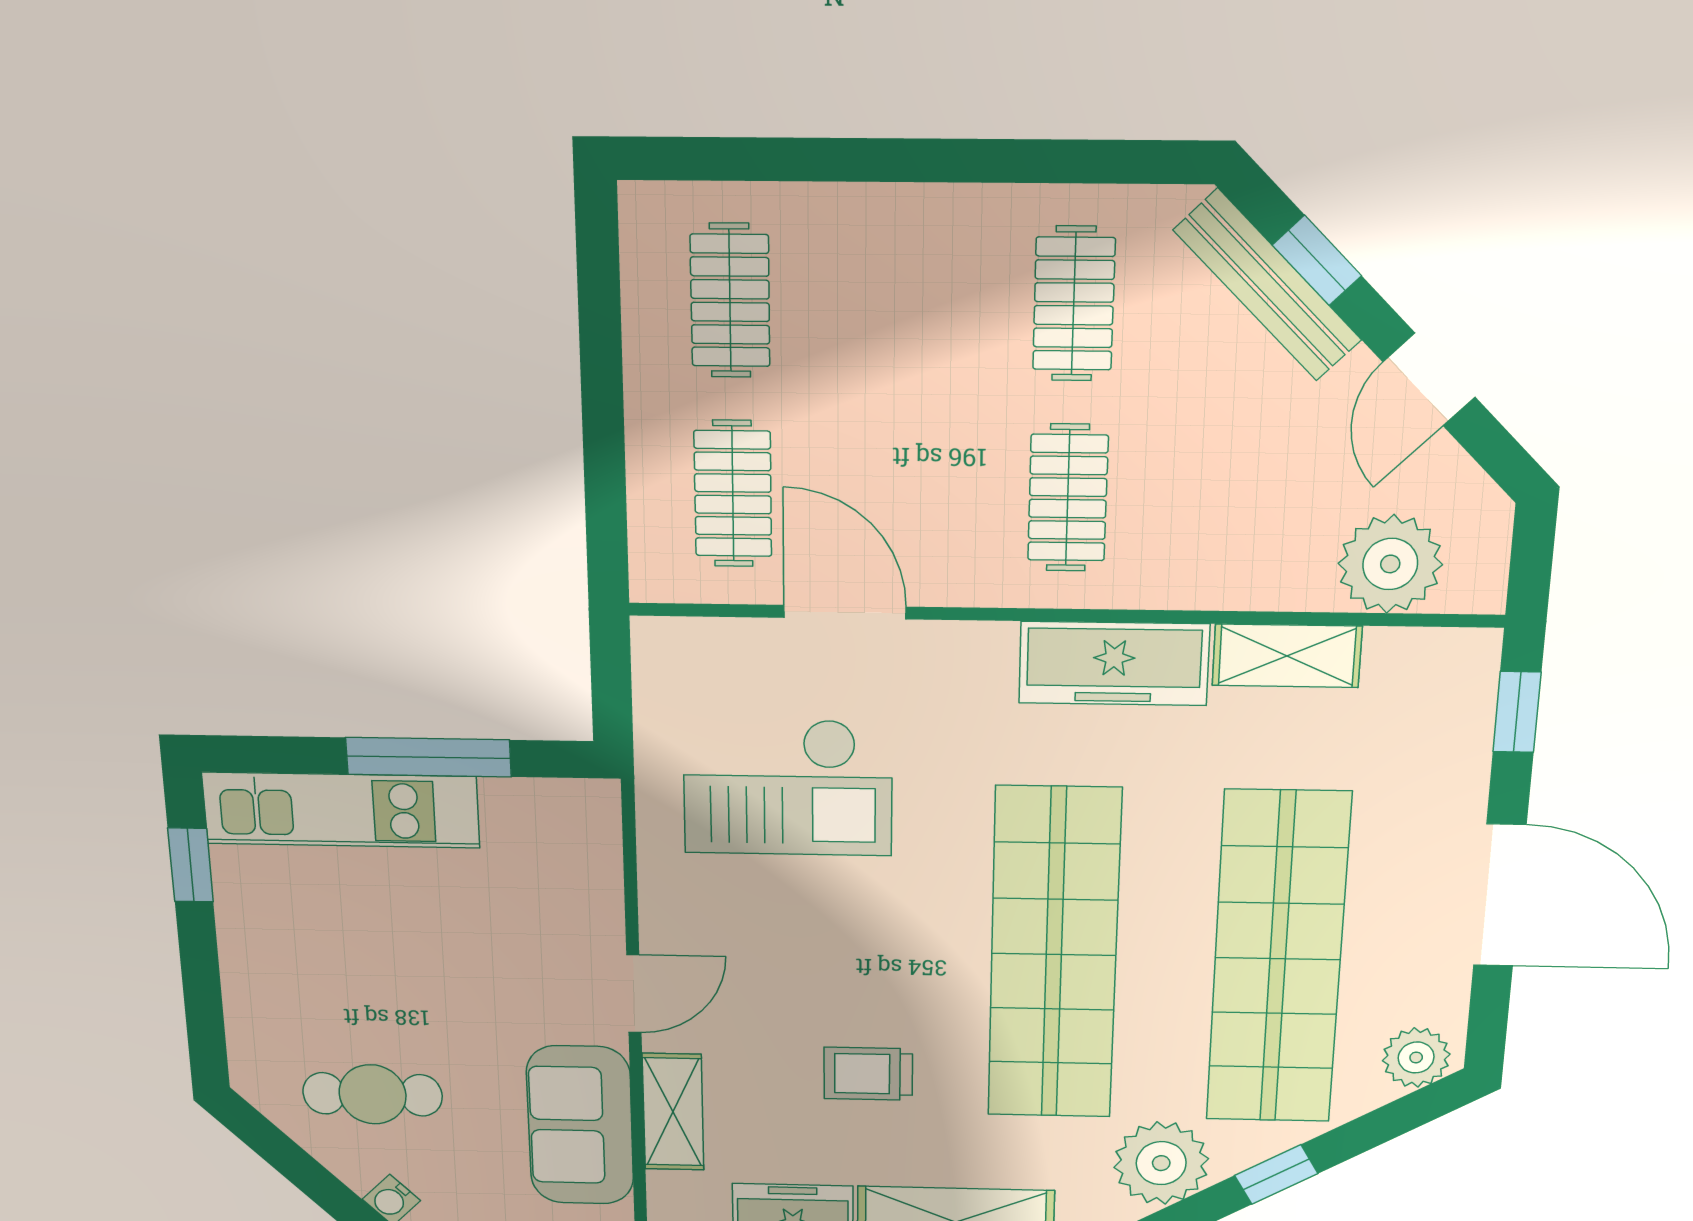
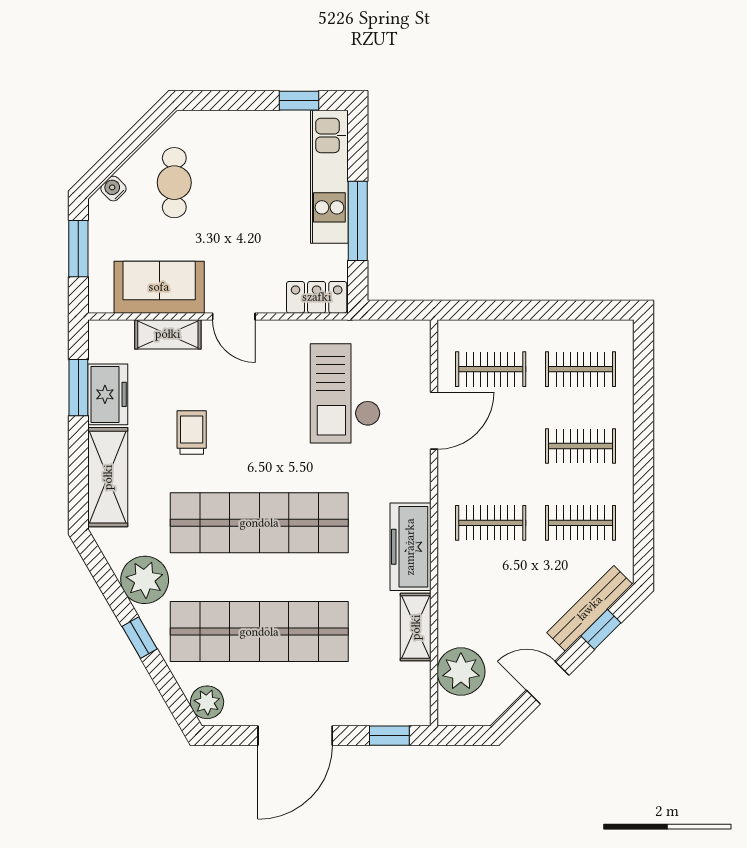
clothes rail: (902, 302) -> (580, 446), added
locker: (590, 839) -> (317, 297), added

